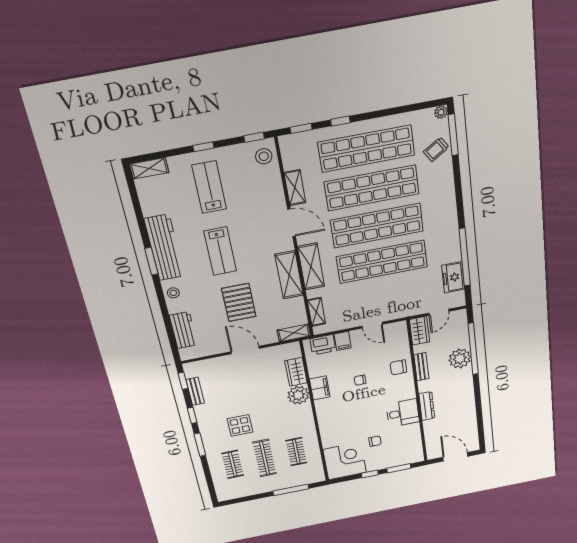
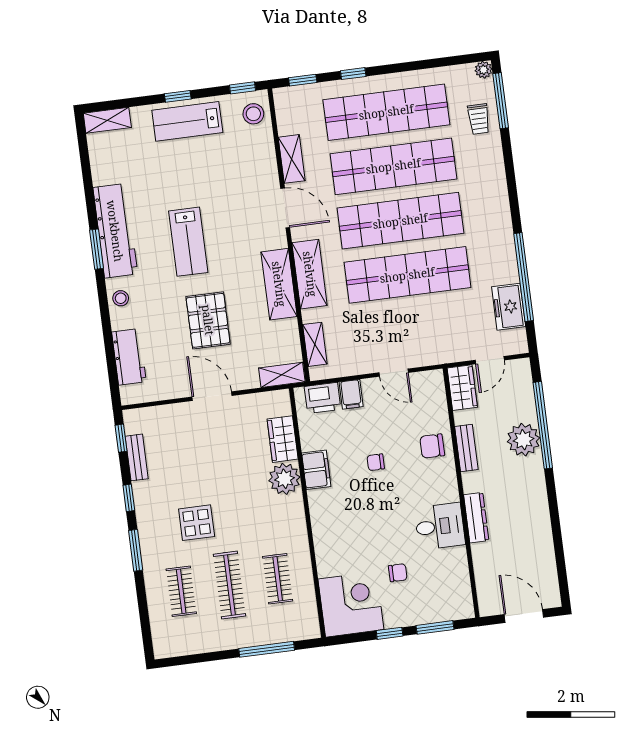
trolley: (436, 149) -> (479, 119), turned -57
lab bench: (209, 187) -> (187, 121), moved, turned -90

